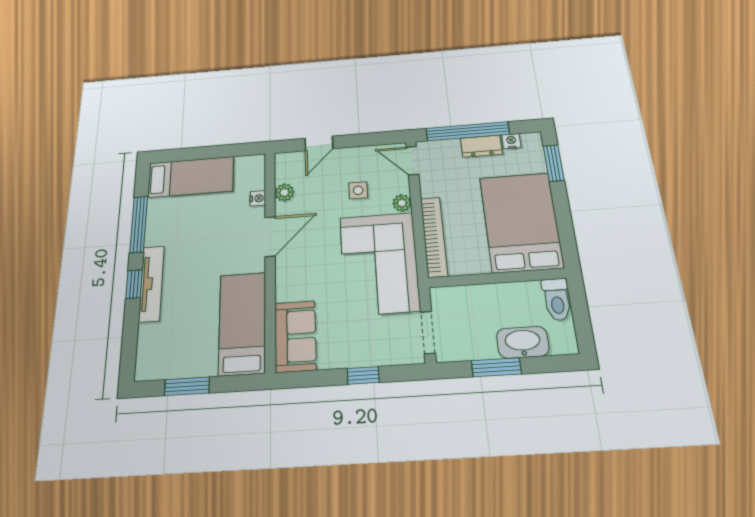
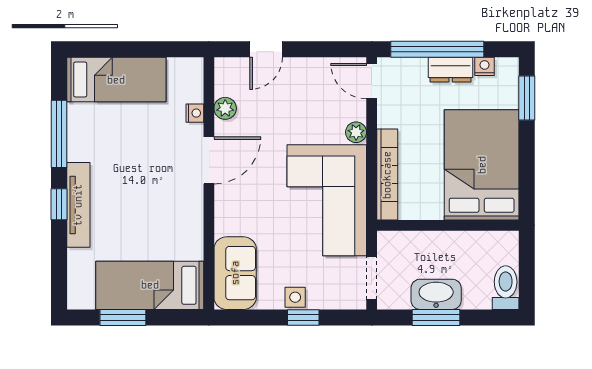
side table: (358, 190) -> (295, 297), moved
toilet: (557, 299) -> (506, 288), moved, turned 180
bed: (242, 323) -> (150, 285), moved, turned -90
washbasin: (523, 342) -> (436, 294), moved

